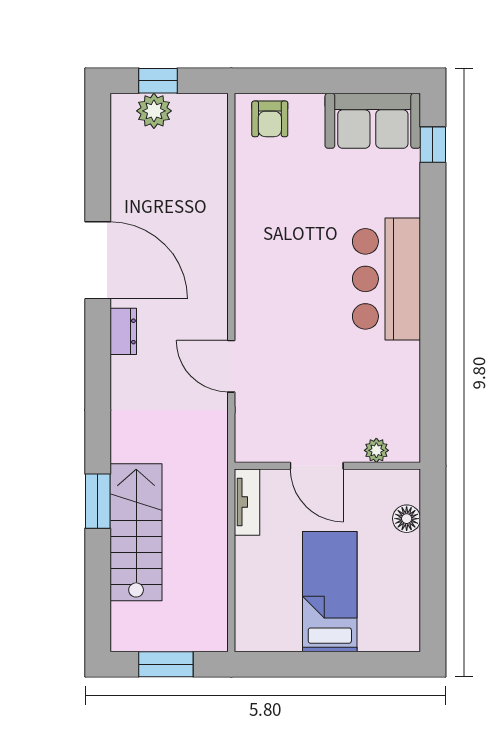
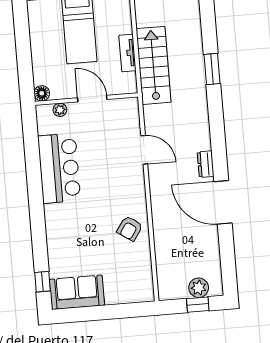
armchair: (270, 119) -> (130, 228), moved, turned -146
bar counter: (386, 279) -> (59, 168), moved
tv unit: (247, 502) -> (127, 53), moved
floor lamp: (407, 519) -> (42, 93), moved
stairs: (136, 532) -> (153, 65), moved, turned 180

